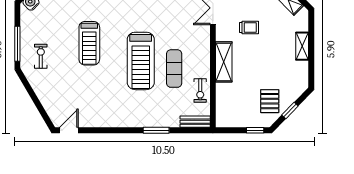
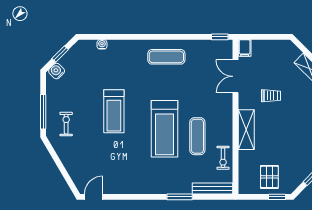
pallet: (270, 101) -> (269, 177), moved
bench: (195, 122) -> (213, 188), width x1.36

